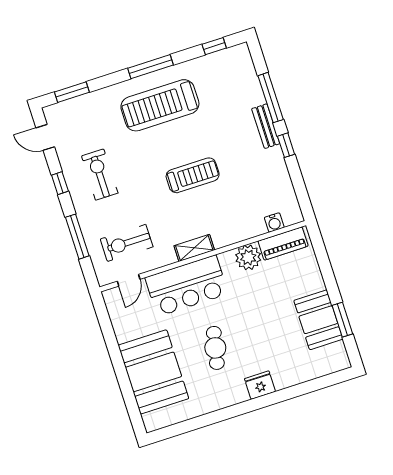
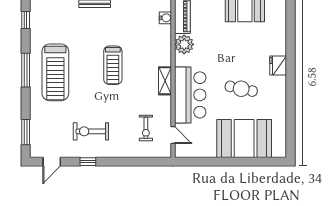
treadmill: (193, 175) -> (113, 65), turned 180
window: (77, 237) -> (130, 162), removed
exercise bike: (127, 243) -> (146, 128), width x0.73, depth x0.72

